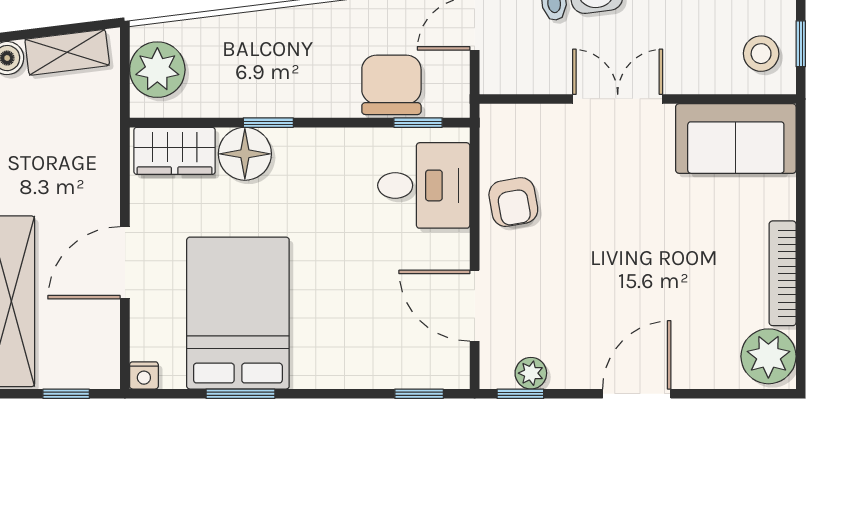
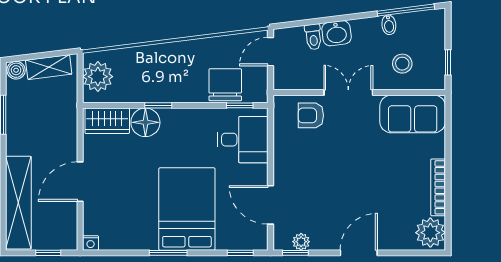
stool: (761, 54) -> (402, 64), moved
armchair: (513, 202) -> (311, 115), moved, turned 100
bed: (238, 313) -> (187, 209), moved
window: (240, 394) -> (168, 253), moved

